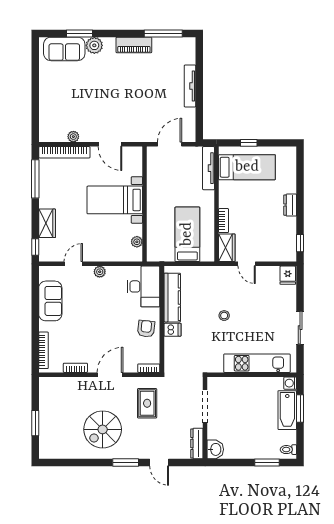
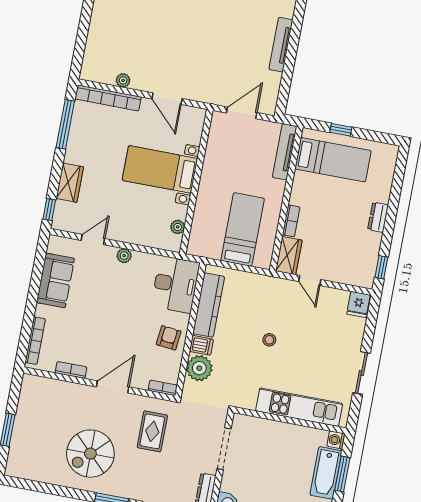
plant: (174, 348) -> (199, 368), added

